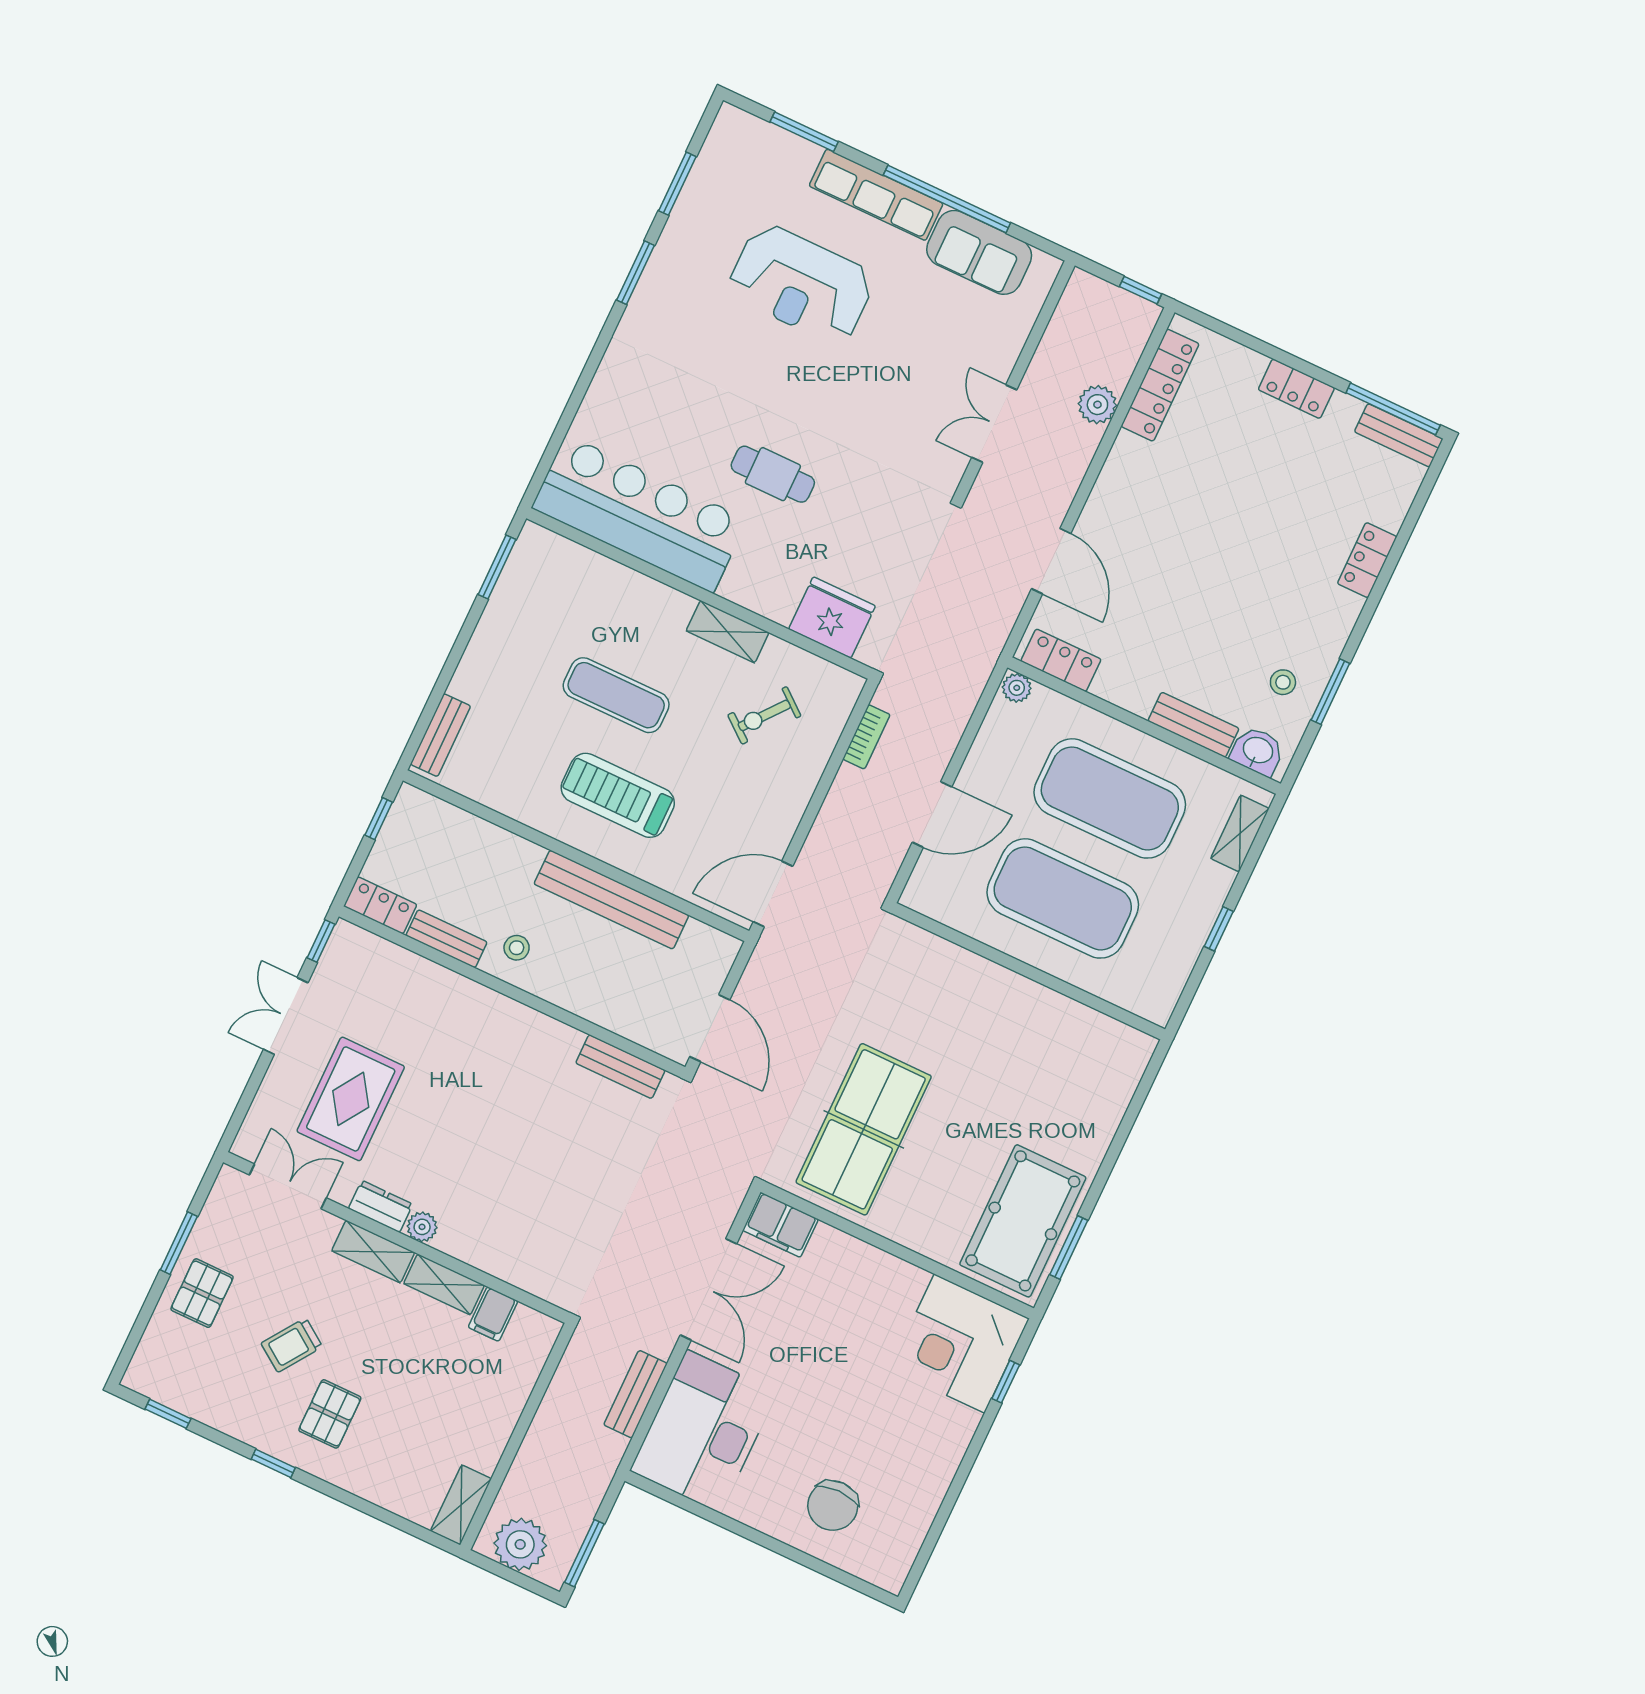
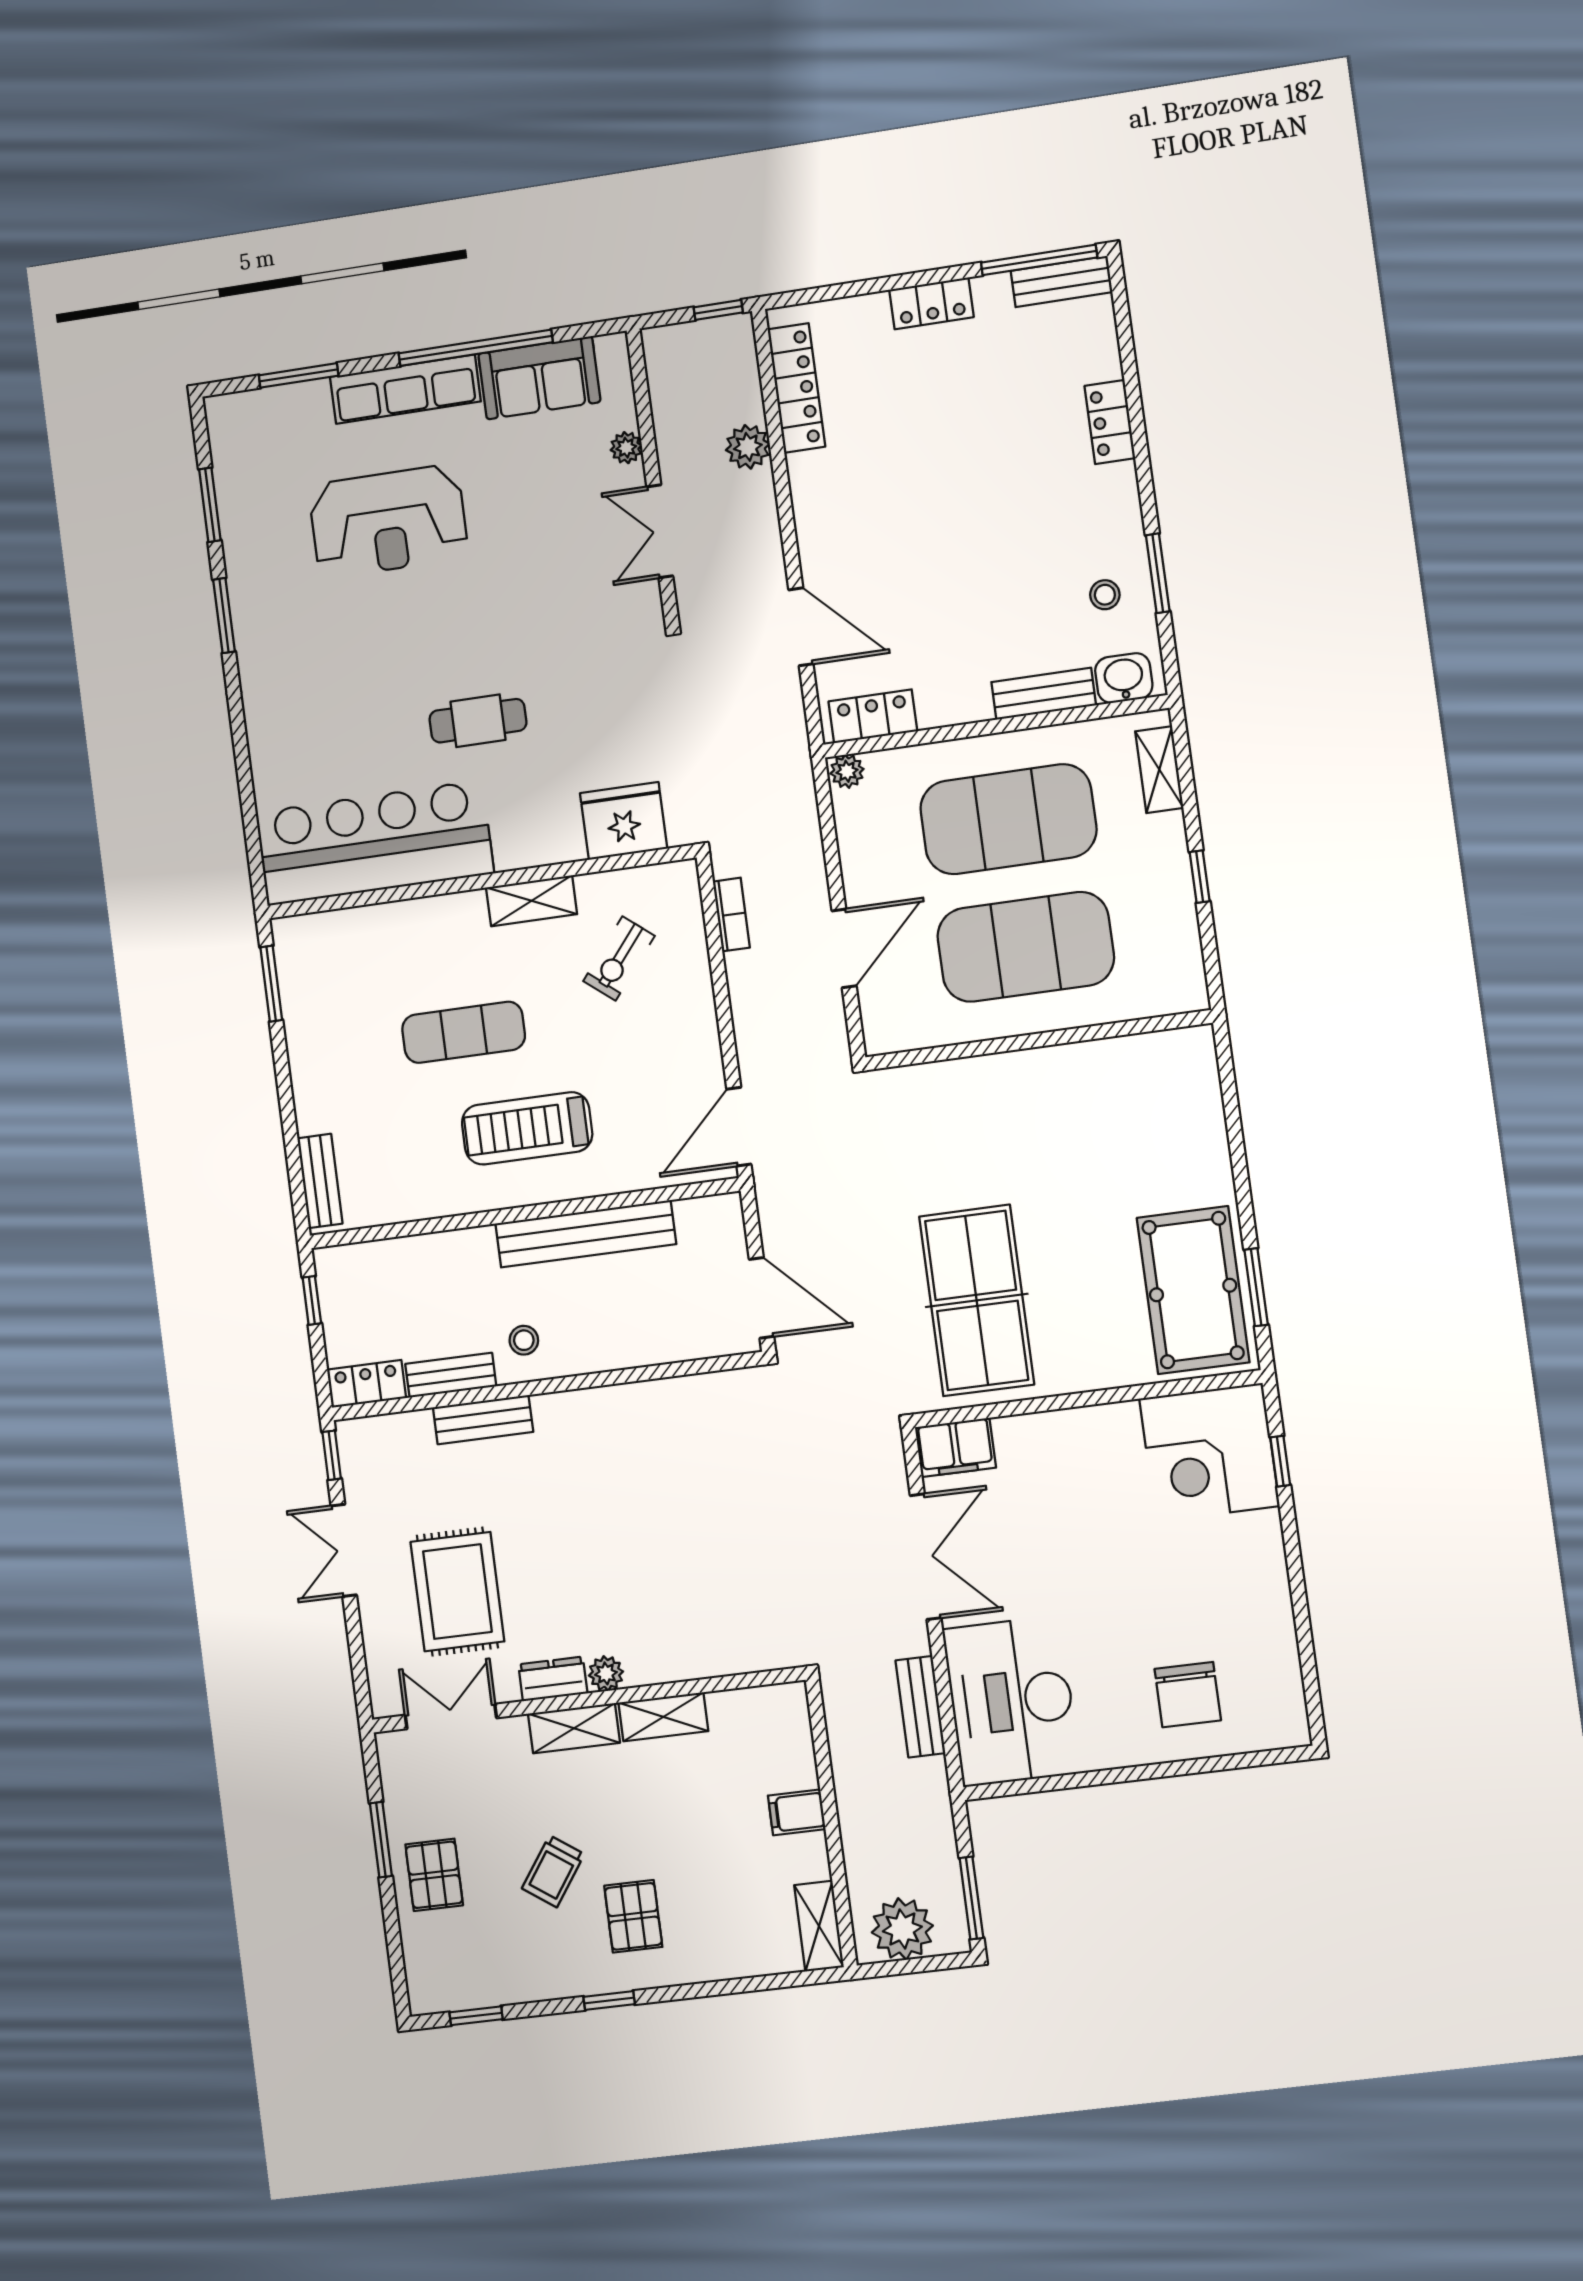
plant: (1009, 346) -> (626, 448), added
bench: (620, 1067) -> (483, 1420), moved
filing cabinet: (493, 1314) -> (797, 1812), moved, turned 90

